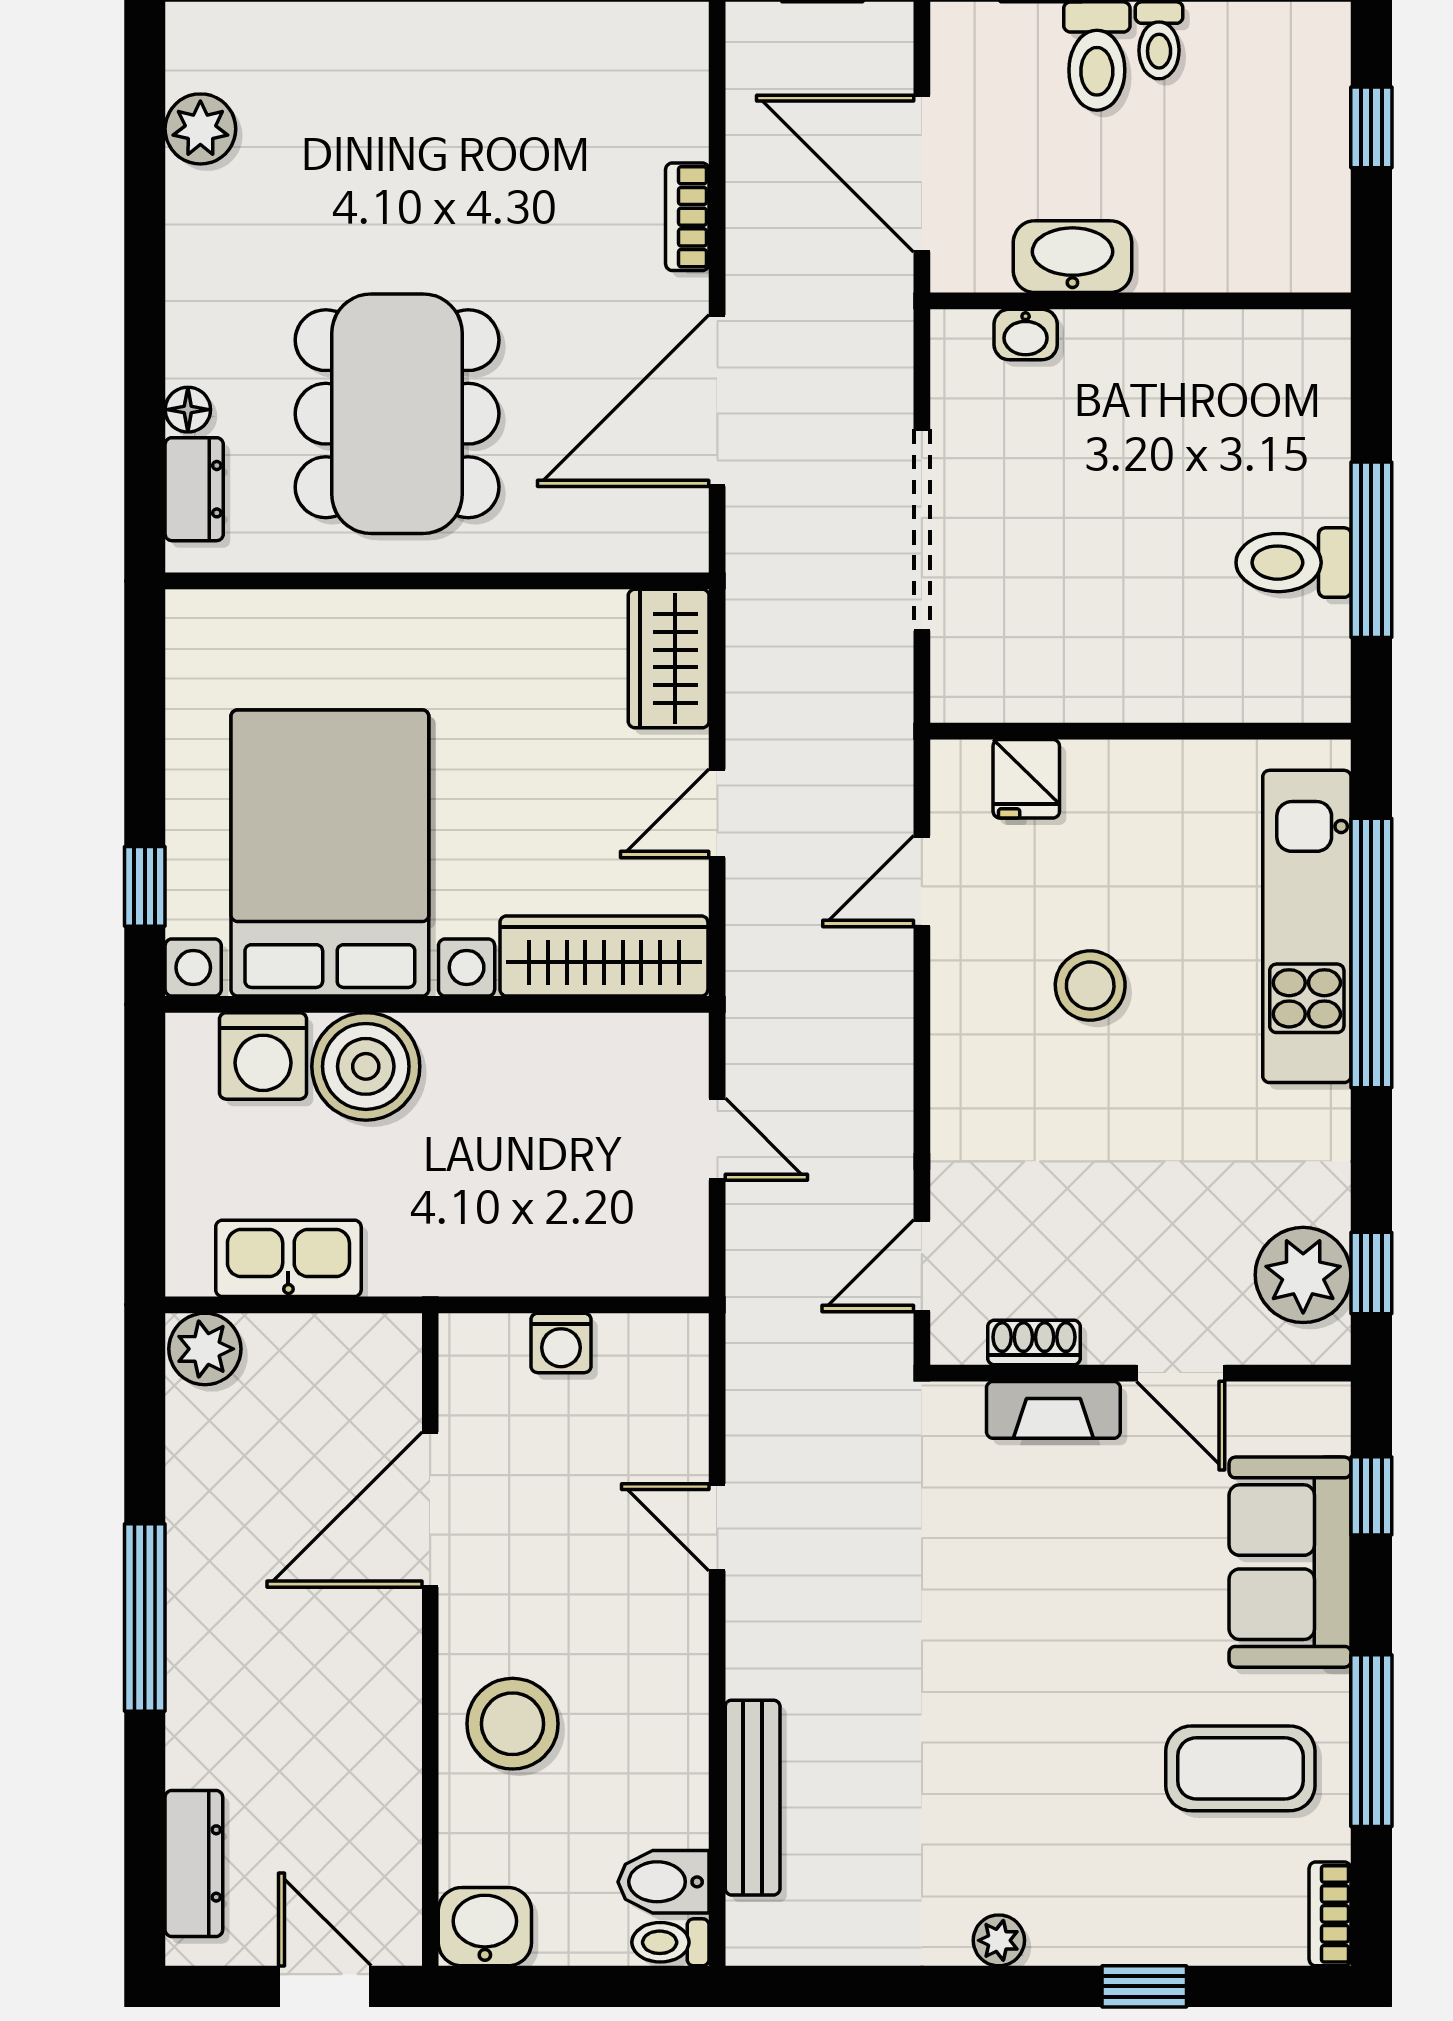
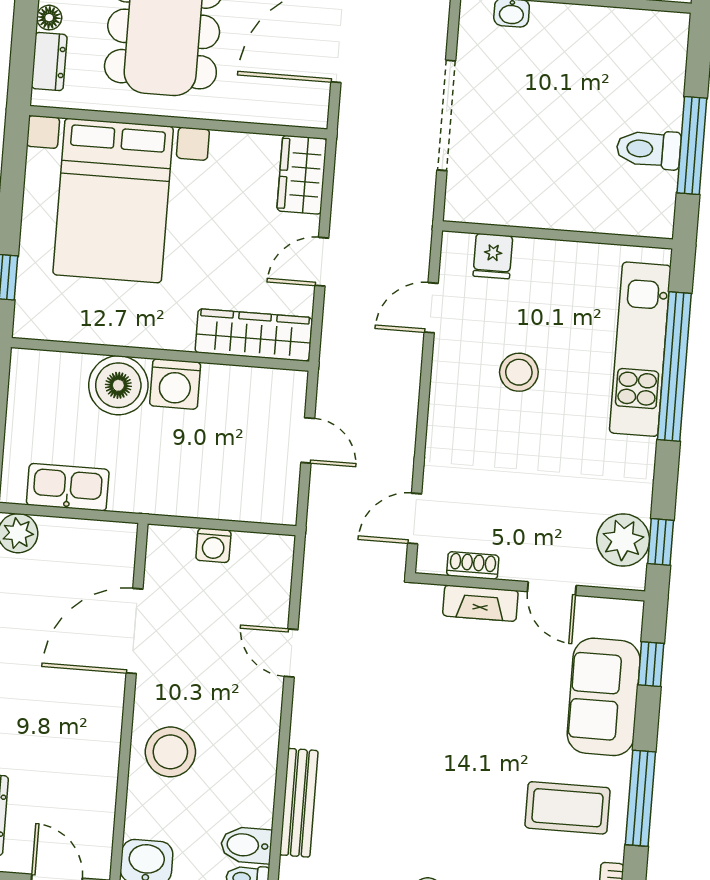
bed with nightstands: (330, 853) -> (113, 201), moved, turned 180
washing machine: (263, 1056) -> (175, 384), moved

